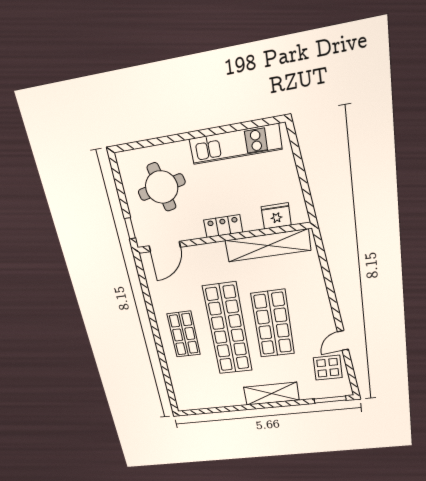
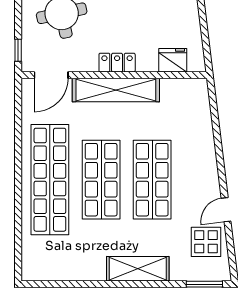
shelving: (268, 245) -> (116, 90), moved
shop shelf: (228, 329) -> (101, 180), width x0.71
shop shelf: (184, 334) -> (50, 180), width x2.00, depth x1.36

